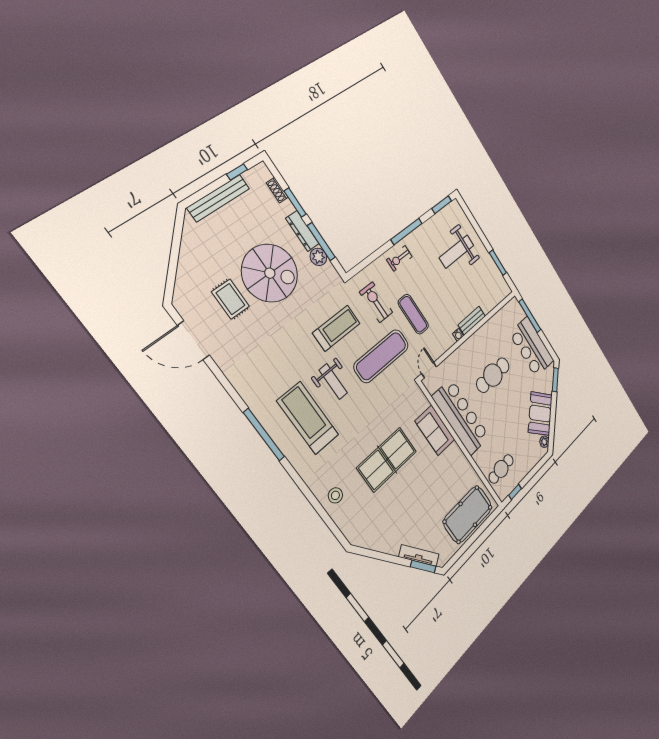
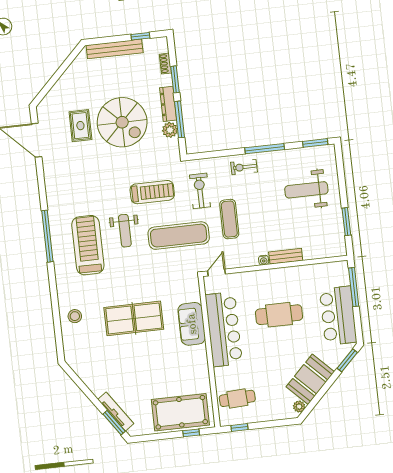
window: (485, 525) -> (191, 433), added

